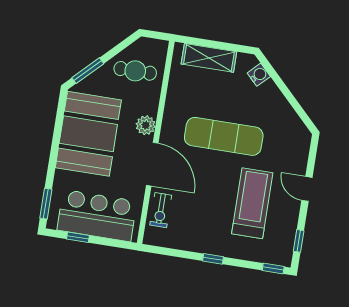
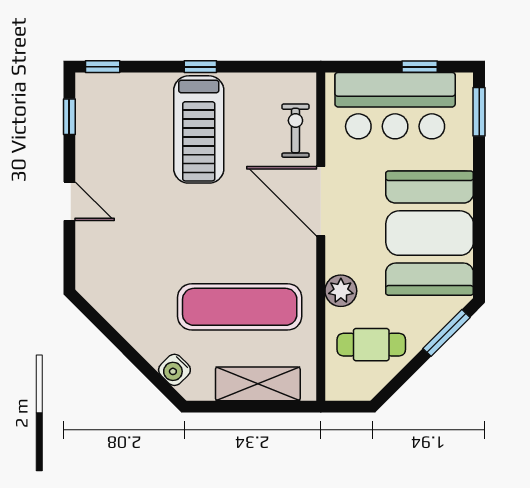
plant: (146, 125) -> (341, 291), moved
exercise mat: (224, 136) -> (240, 307), moved
treadmill: (252, 203) -> (199, 129), moved

